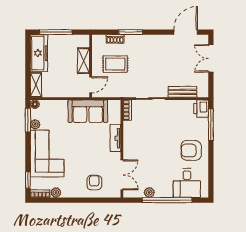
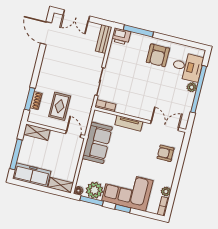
window: (131, 32) -> (30, 99), moved
shelving: (83, 61) -> (37, 132), moved
bench: (182, 92) -> (104, 39), moved
plant: (35, 124) -> (94, 190), width x1.88, depth x1.88
window: (28, 180) -> (123, 209), moved
plant: (149, 192) -> (192, 87), moved

